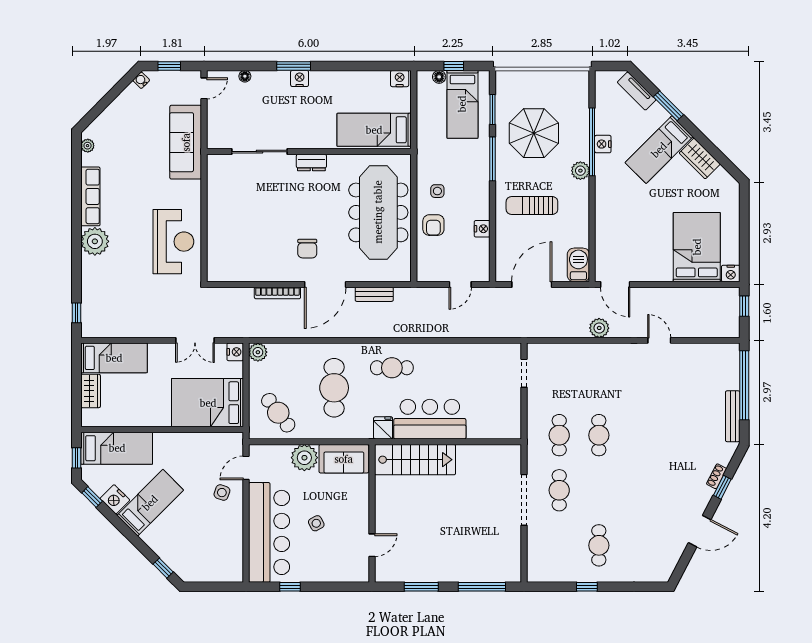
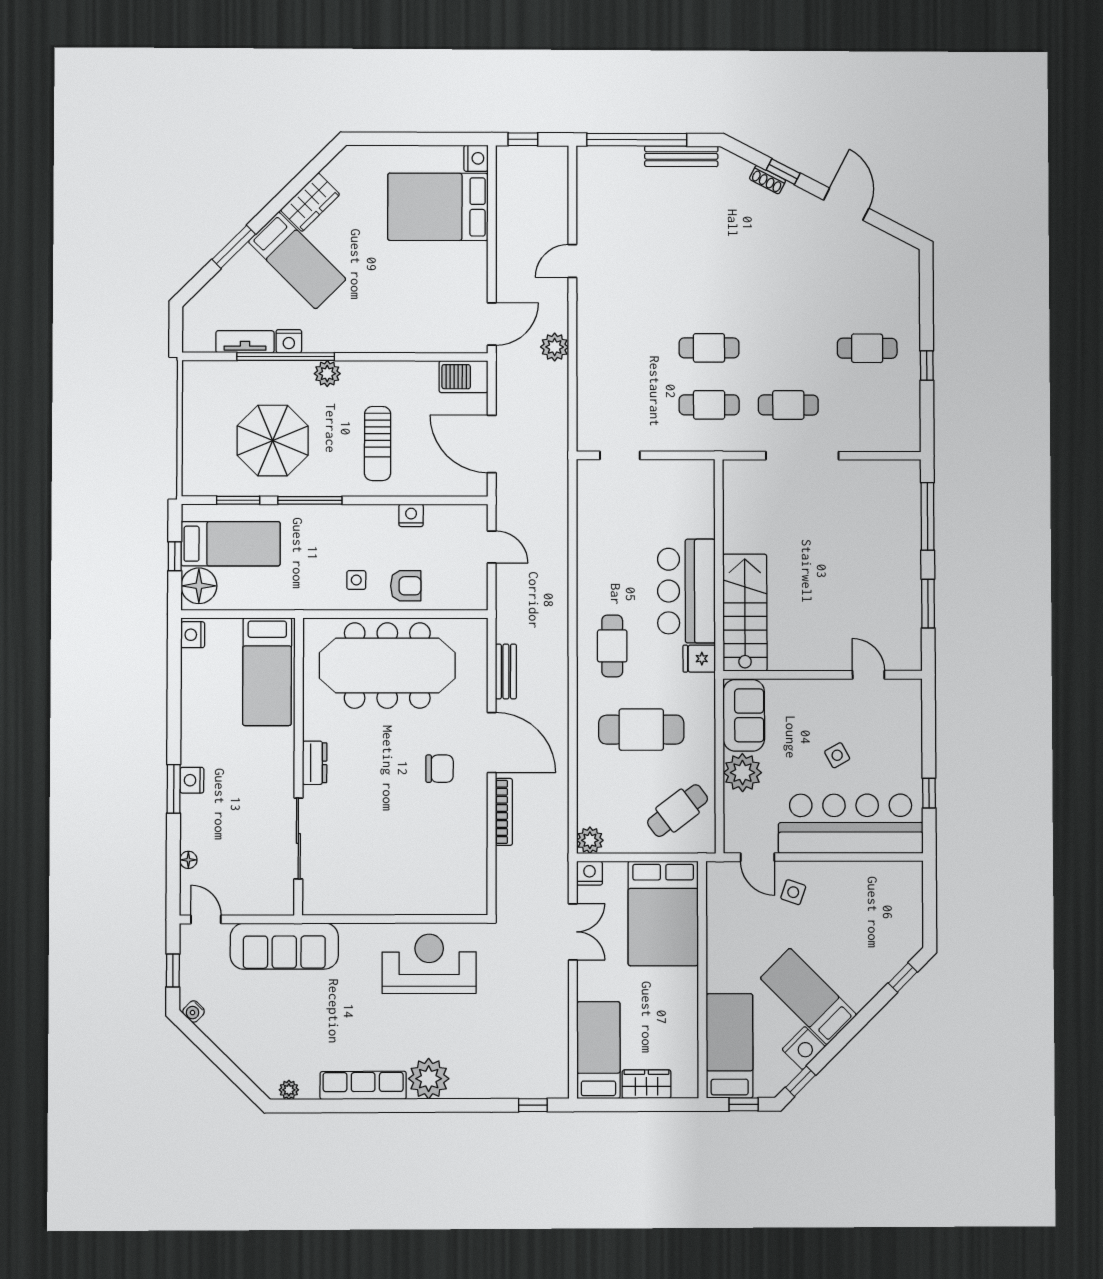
floor lamp: (439, 77) -> (199, 586), width x1.89, depth x1.89
tv unit: (637, 91) -> (245, 342), moved, turned -135

